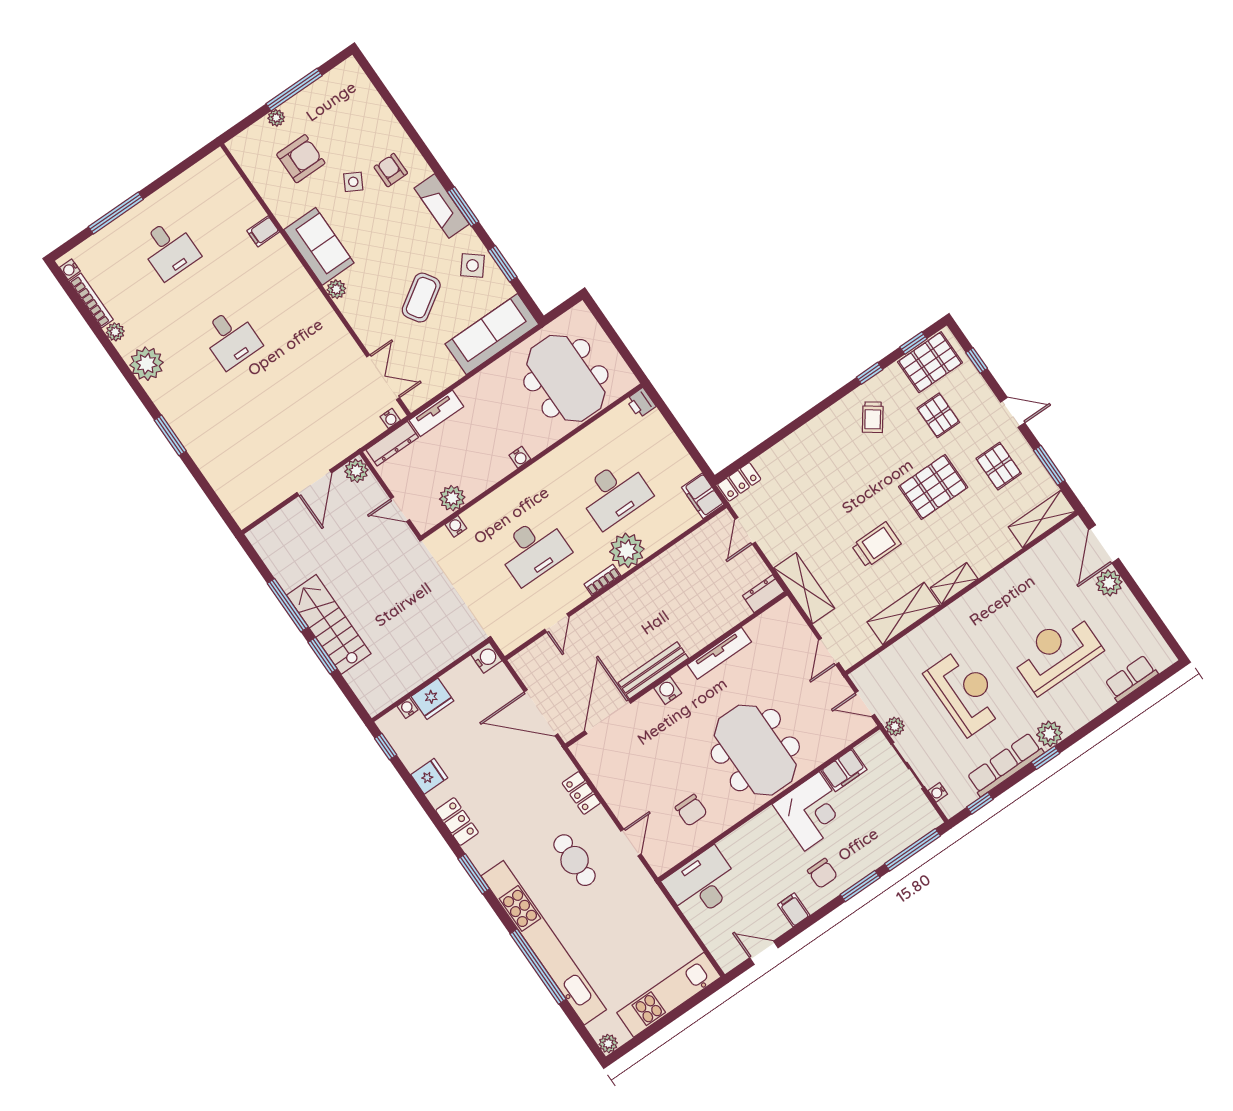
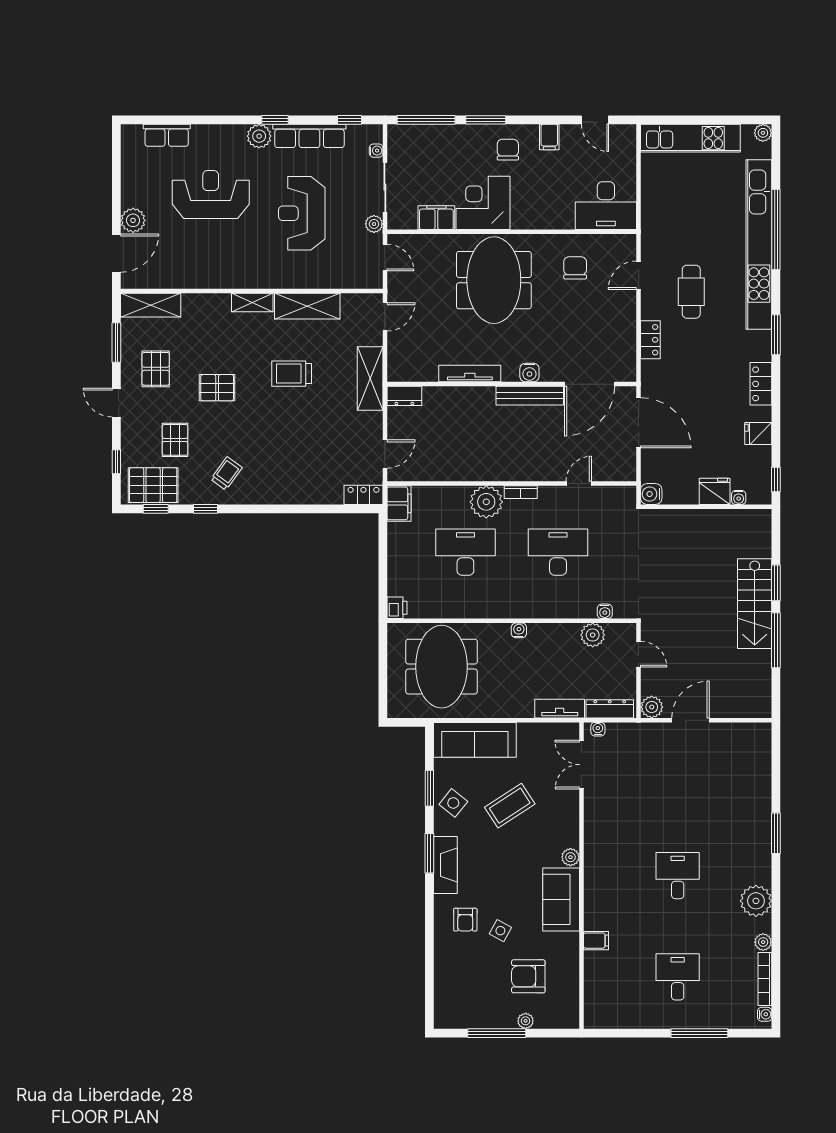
pallet: (933, 487) -> (217, 388), width x0.67, depth x0.71
reception desk: (1056, 653) -> (211, 195), turned 180

